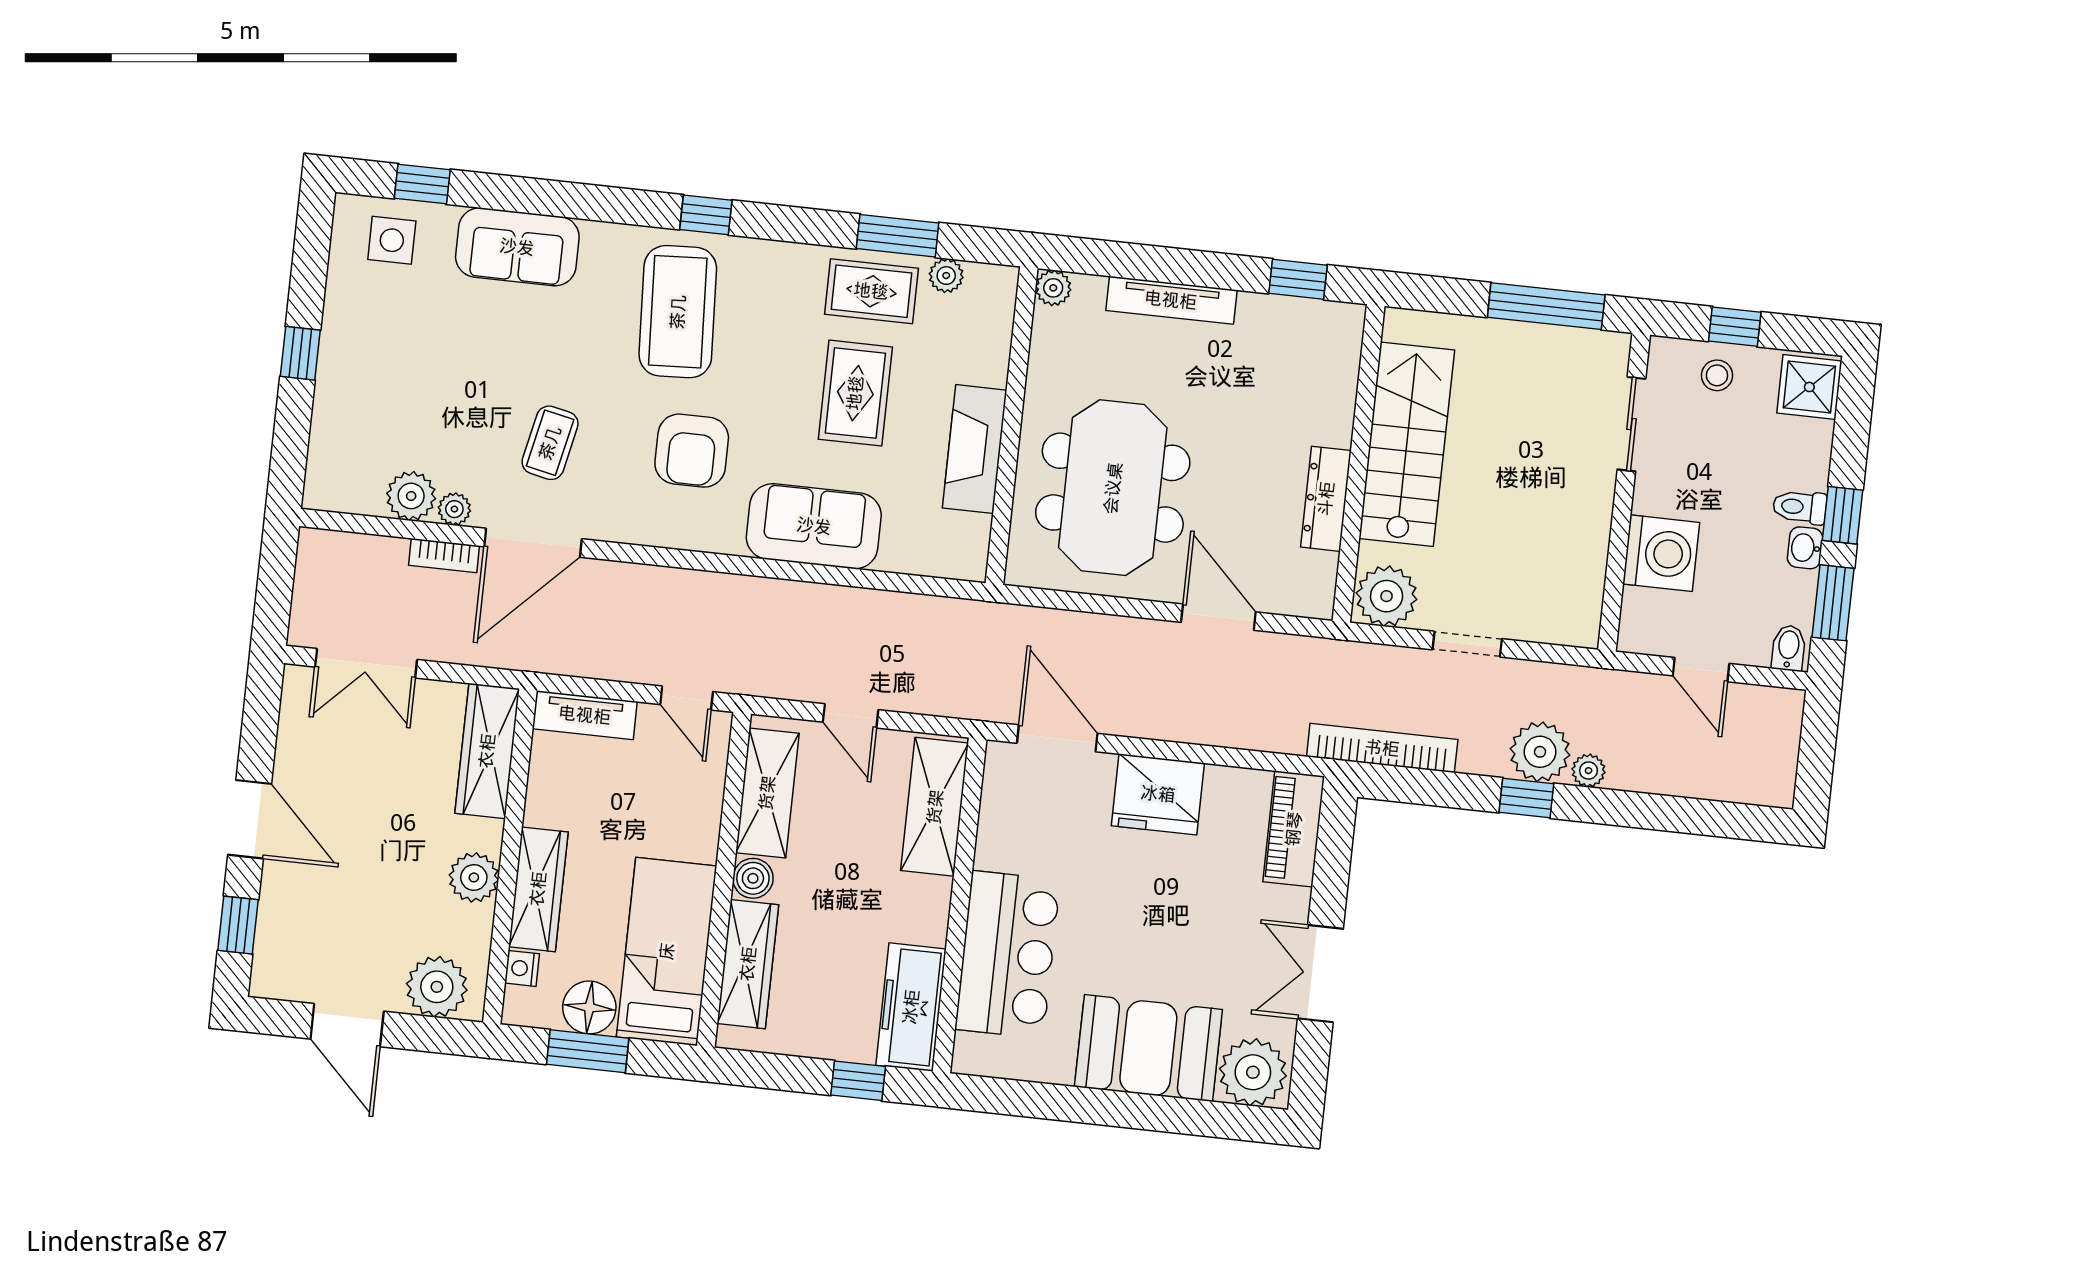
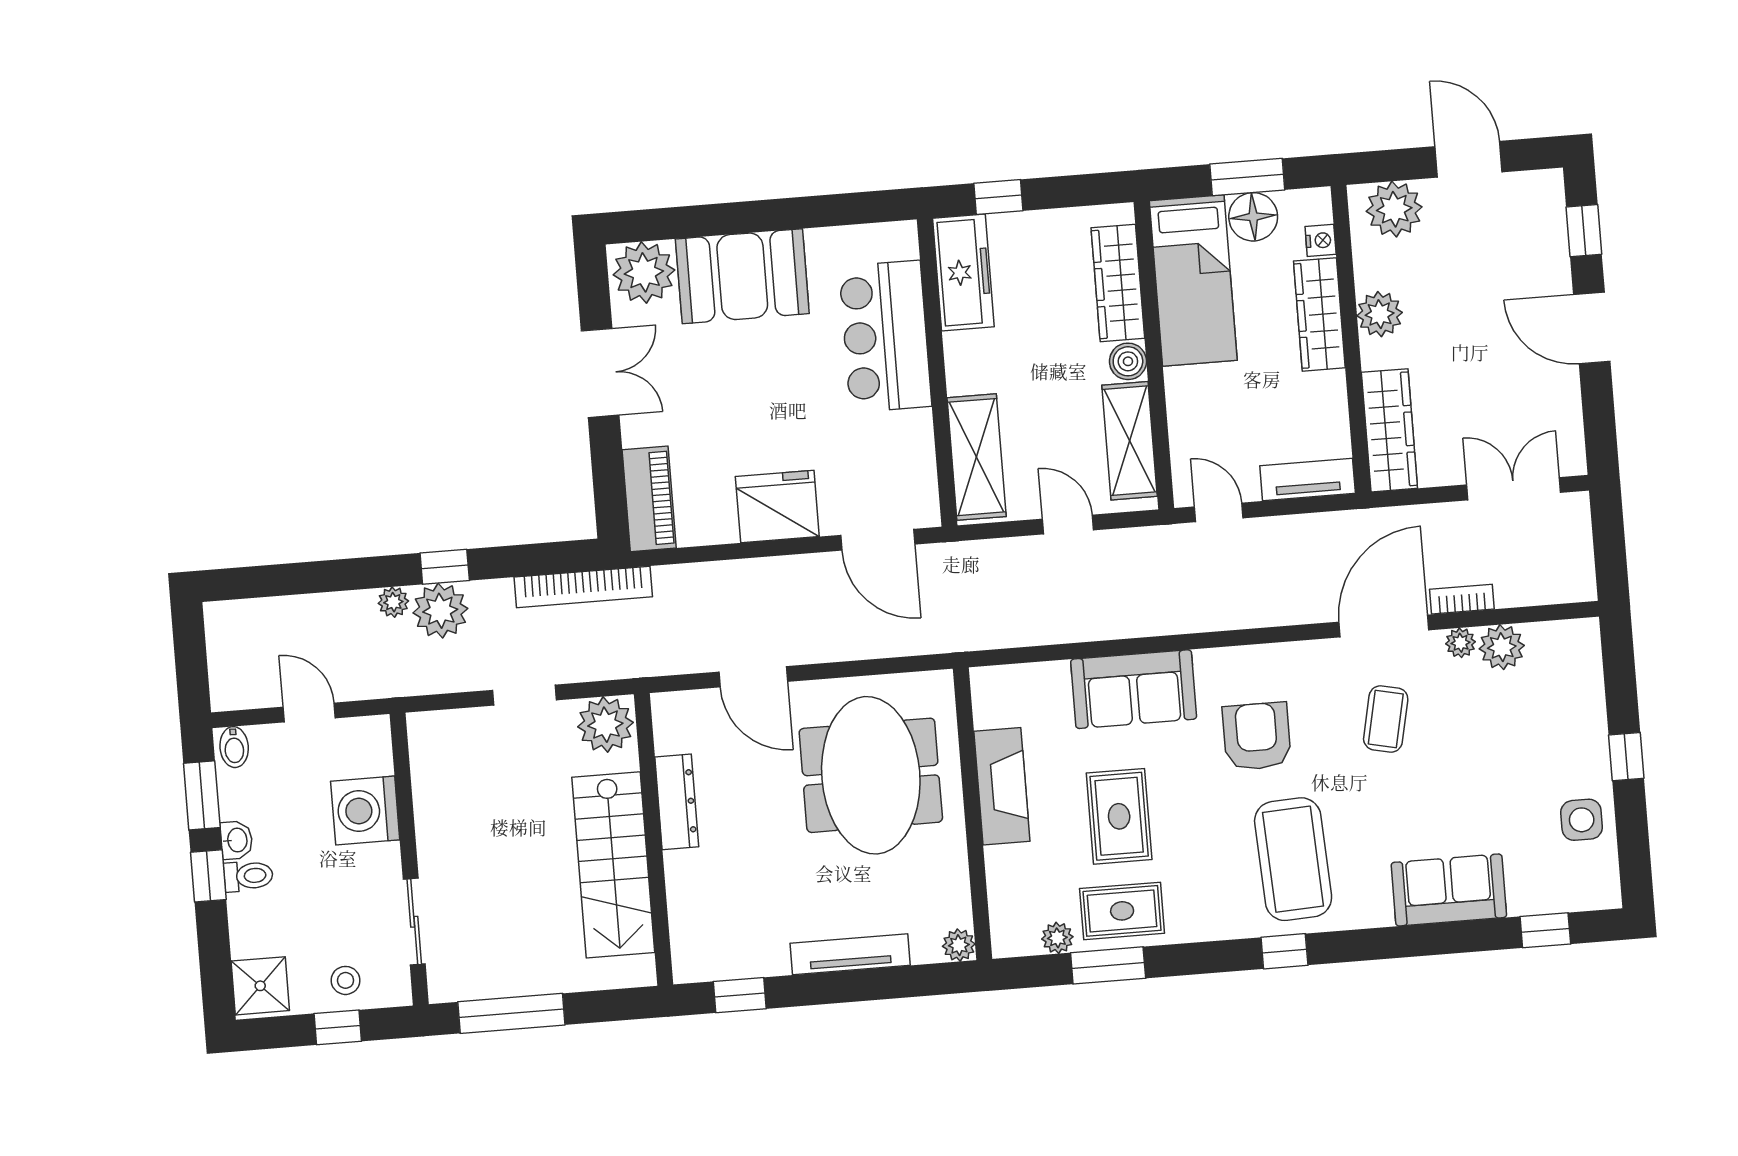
side table: (392, 240) -> (1582, 820), moved

